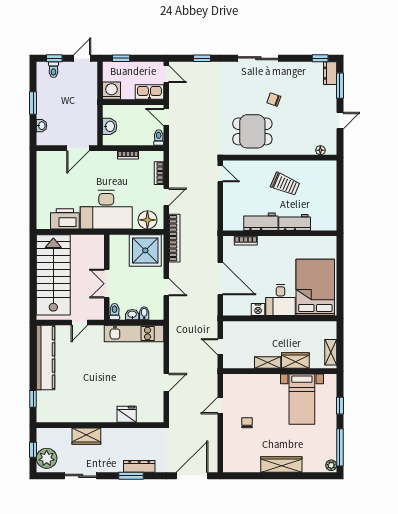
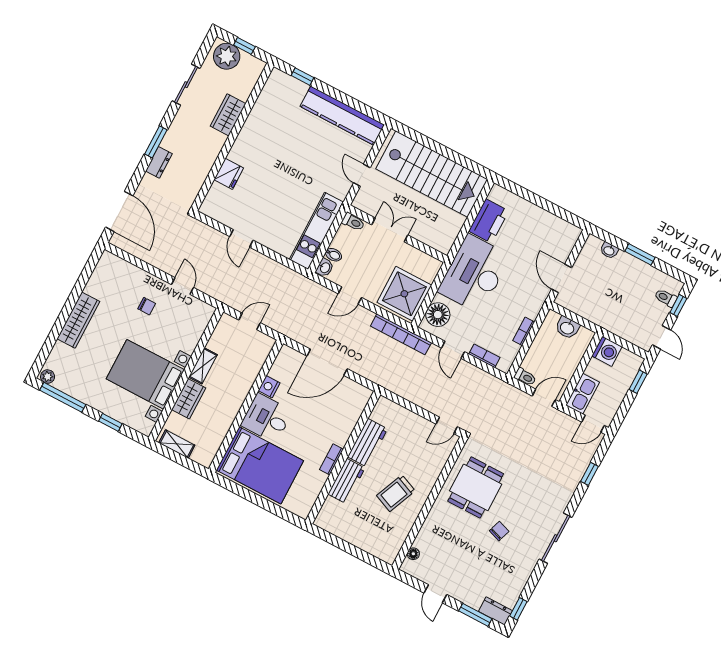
bookcase: (246, 240) -> (331, 459), moved
washbasin: (132, 315) -> (325, 268), moved
bed with nightstands: (302, 399) -> (145, 374), width x1.36
dresser: (139, 466) -> (159, 162), width x0.70

